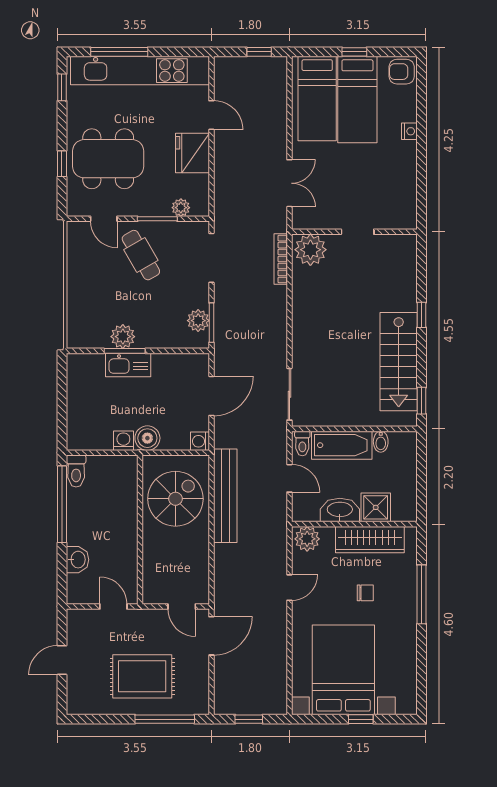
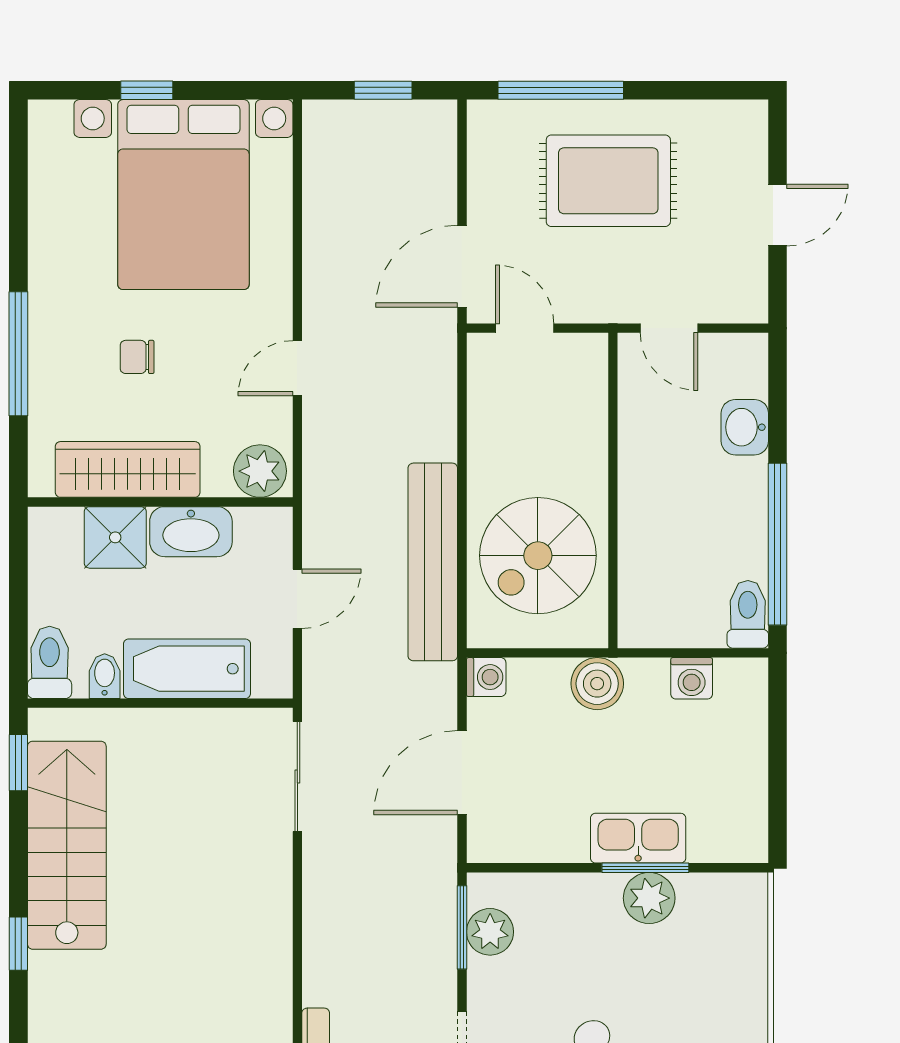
washing machine: (123, 441) -> (692, 678), moved
toilet: (302, 443) -> (50, 662), moved, width x1.37, depth x1.39
door: (289, 478) -> (297, 599), swing flipped

